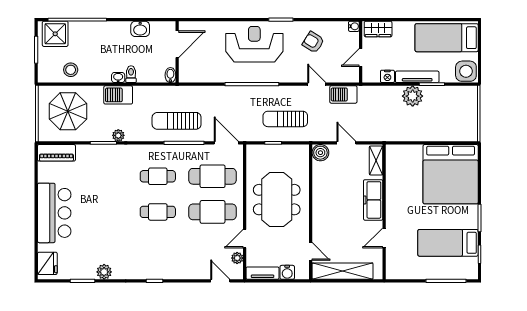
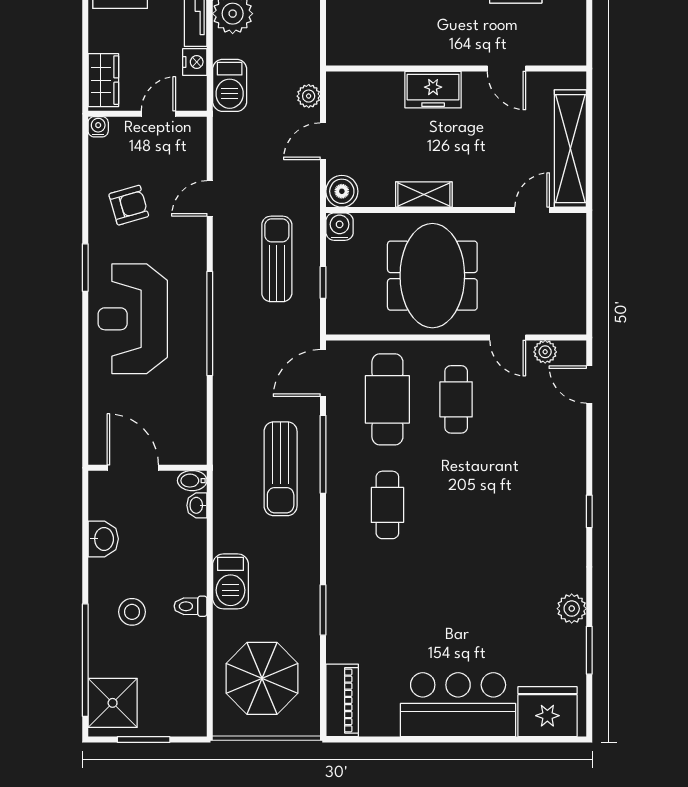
armchair: (313, 42) -> (129, 205), turned -138
door: (361, 58) -> (158, 114), swing flipped
stool: (71, 70) -> (132, 612), moved
toilet: (131, 74) -> (190, 606), moved
washbasin: (118, 77) -> (197, 505), moved
barbecue: (343, 94) -> (230, 85), moved
sun lounger: (285, 119) -> (277, 259), turned 180
plant: (118, 135) -> (309, 96), moved
shelving: (376, 160) -> (424, 195), moved
meeting table: (277, 200) -> (432, 276), turned 90
freezer: (373, 200) -> (433, 90), width x0.71
cafe table: (158, 212) -> (456, 505), removed
cafe table: (213, 212) -> (456, 399), width x0.73, depth x0.74
fridge: (47, 263) -> (547, 712), width x1.36, depth x1.34
water cooler: (287, 272) -> (340, 227), moved, turned -90
tv unit: (263, 273) -> (574, 303), removed
door: (220, 281) -> (589, 385), hinge flipped

